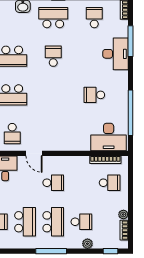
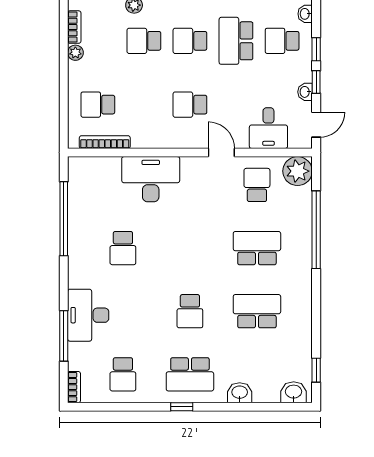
school desk: (94, 95) -> (123, 248), turned 90
desk: (109, 137) -> (151, 179), moved
school desk: (53, 222) -> (190, 41), width x0.54

